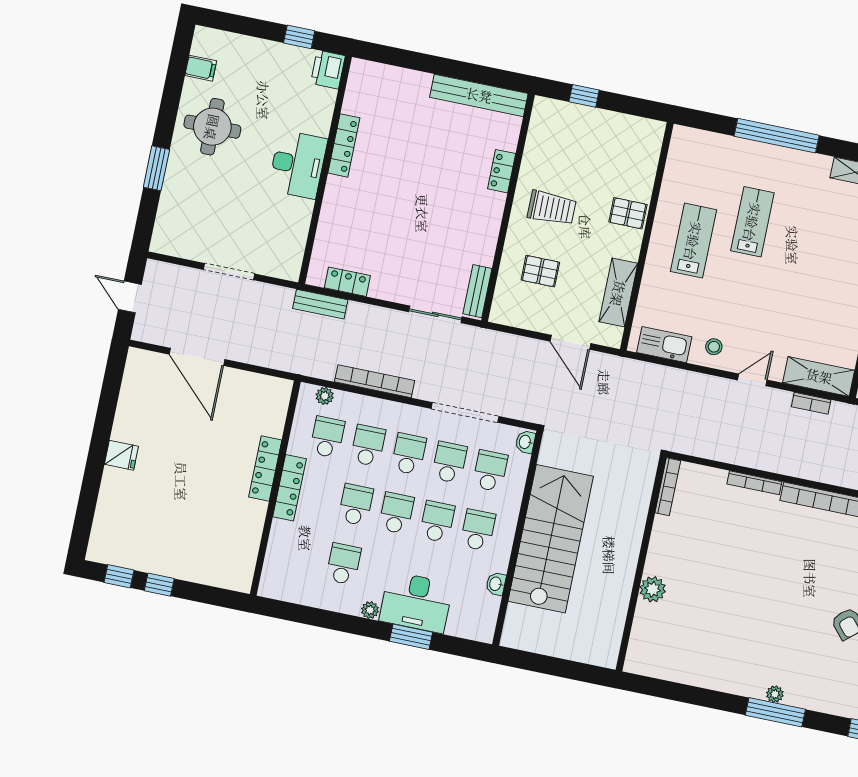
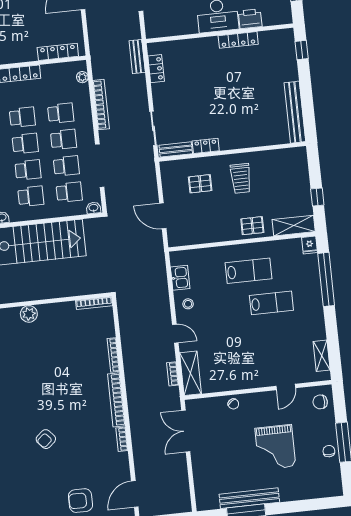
window: (389, 56) -> (302, 50), added
printer: (328, 70) -> (250, 19), moved
window: (584, 96) -> (317, 197), moved
window: (777, 136) -> (326, 279), moved
fridge: (684, 137) -> (310, 245), added
locker: (502, 171) -> (206, 146), moved
pallet: (628, 213) -> (252, 226), turned 90
pallet: (540, 271) -> (200, 184), turned 90
shelving: (618, 293) -> (294, 226), moved
door: (570, 342) -> (163, 216), hinge flipped
kitchen sink: (664, 345) -> (180, 278), width x0.73
school desk: (327, 437) -> (58, 87), removed
locker: (265, 468) -> (58, 52), moved

